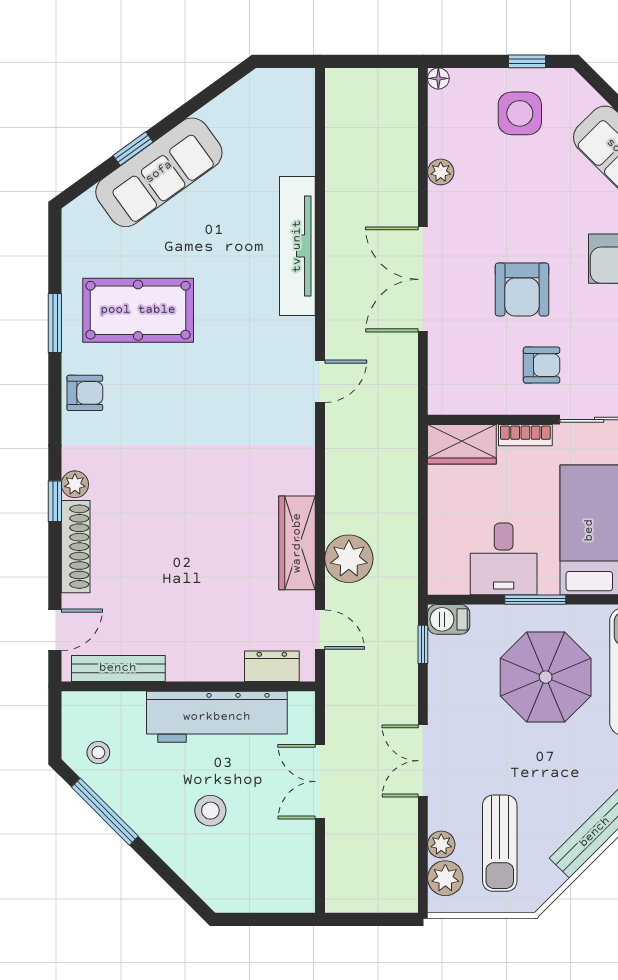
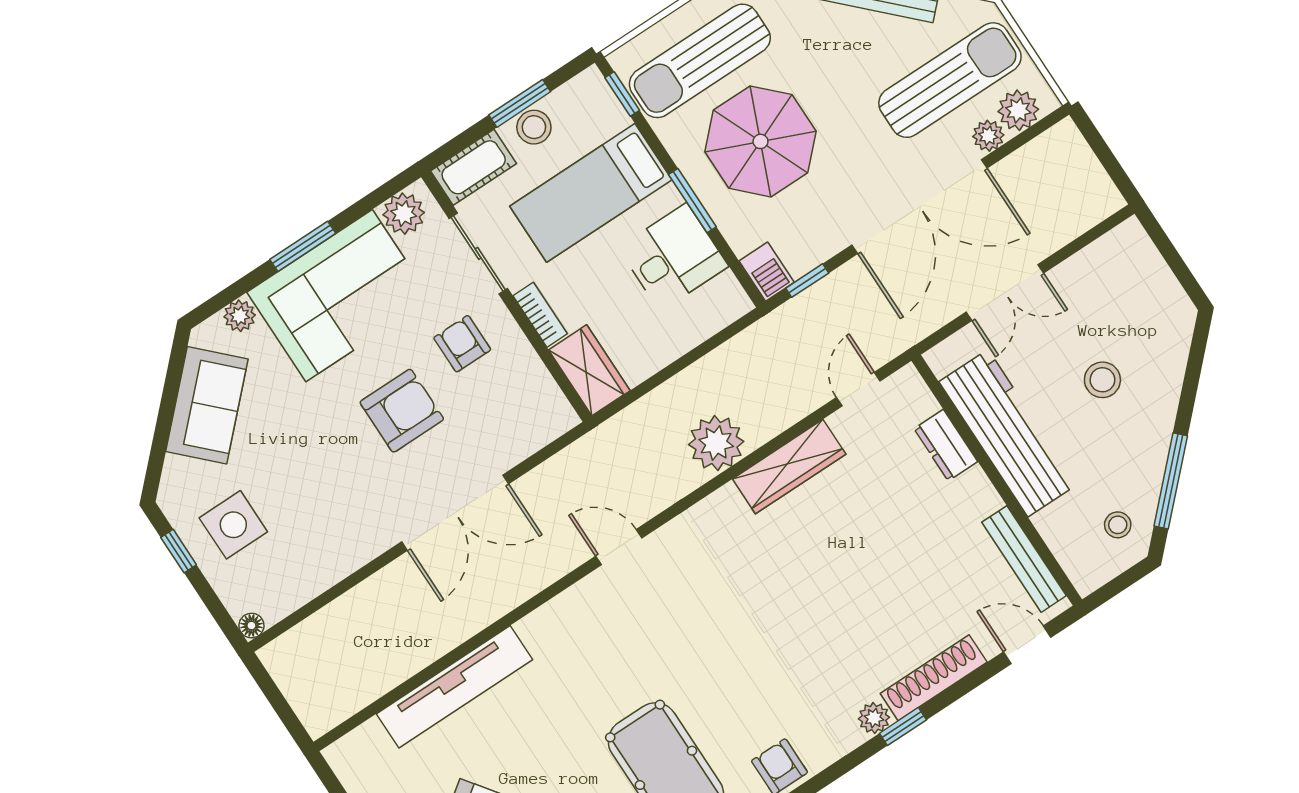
plant: (441, 172) -> (340, 564), removed
tv unit: (297, 246) -> (454, 687), moved
plant: (349, 559) -> (716, 443), moved
dresser: (272, 666) -> (946, 445), moved
double door: (423, 761) -> (920, 206), width x1.87
sun lounger: (500, 843) -> (950, 80), width x1.36, depth x1.34

